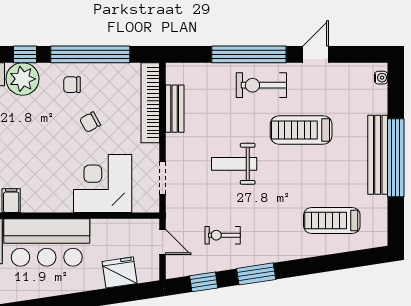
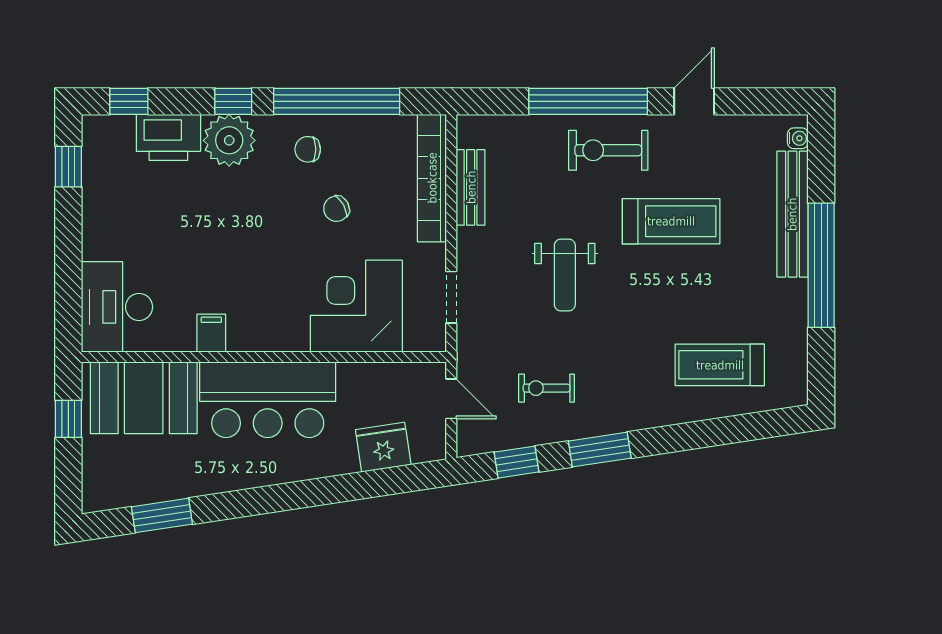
treadmill: (301, 130) -> (671, 221), turned 180
bench: (378, 155) -> (792, 214), moved
weight bench: (234, 164) -> (565, 275), turned -90

